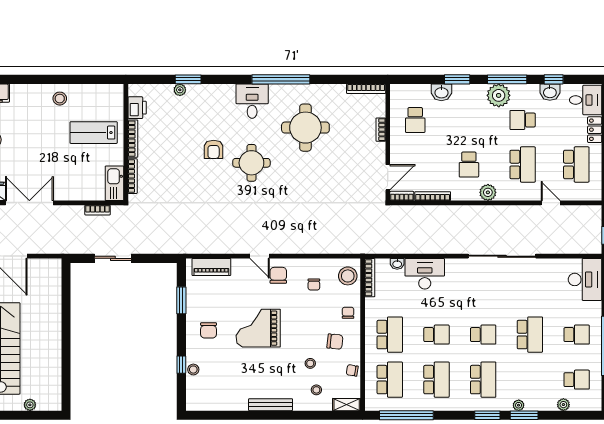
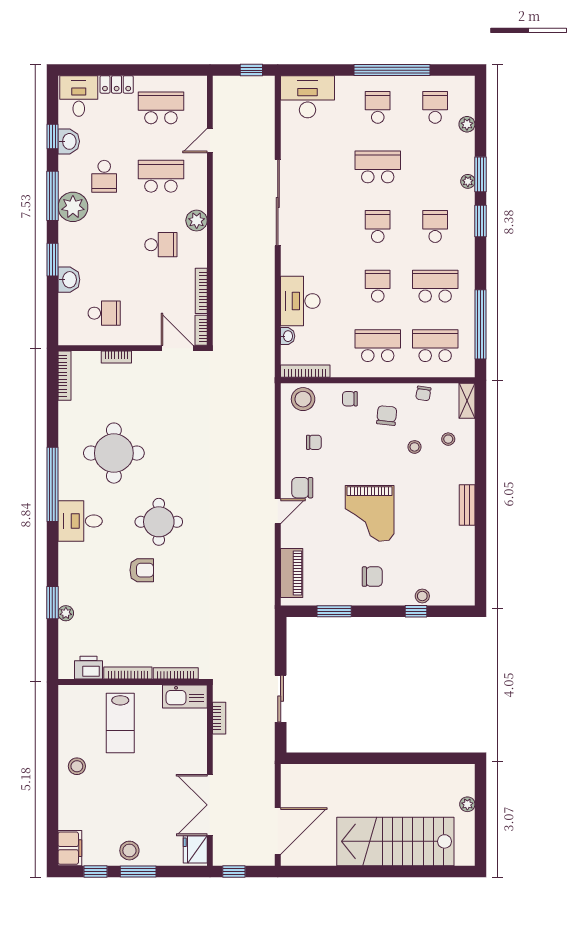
school desk: (483, 380) -> (435, 227), width x0.54
bench: (271, 405) -> (467, 505), width x0.73

